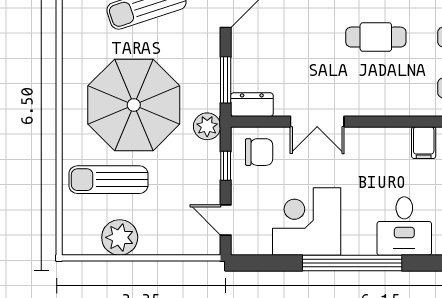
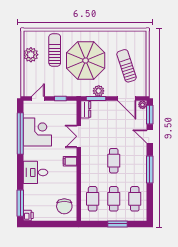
plant: (207, 126) -> (99, 91), moved
filing cabinet: (424, 143) -> (70, 161), moved
chair: (259, 152) -> (66, 112), removed
window: (352, 263) -> (20, 133), moved

